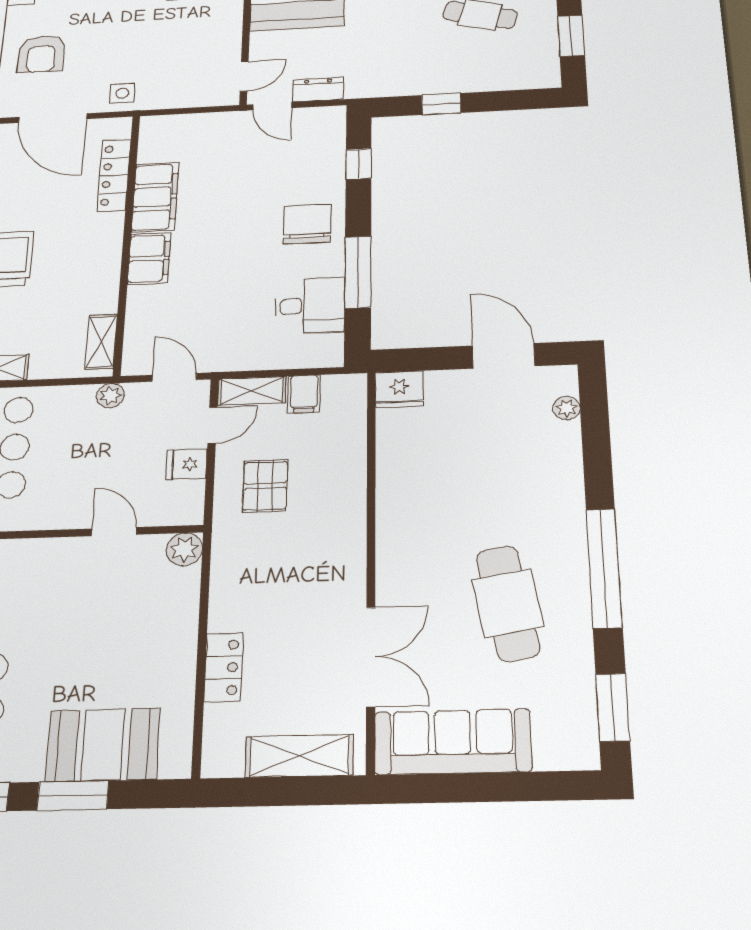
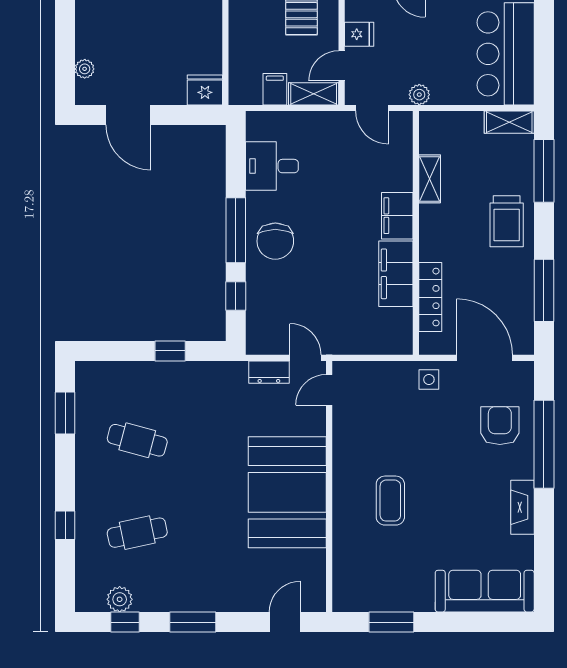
window: (358, 272) -> (236, 230), moved
shelving: (101, 342) -> (430, 179), moved

